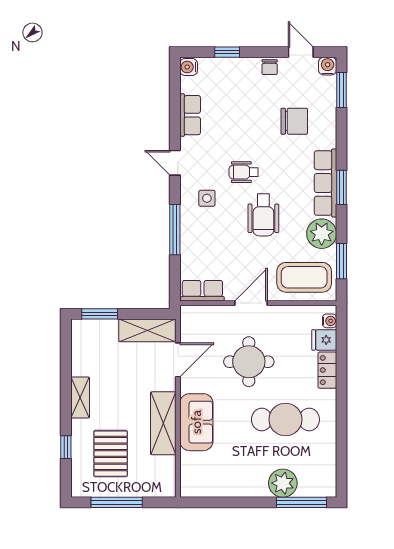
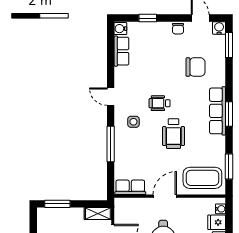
row of seats: (190, 115) -> (121, 51), moved
plant: (322, 234) -> (215, 147), removed
shelving: (147, 330) -> (98, 214), width x0.67, depth x0.75

